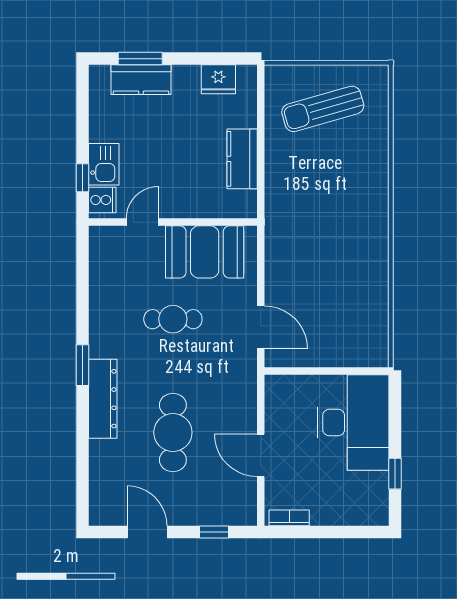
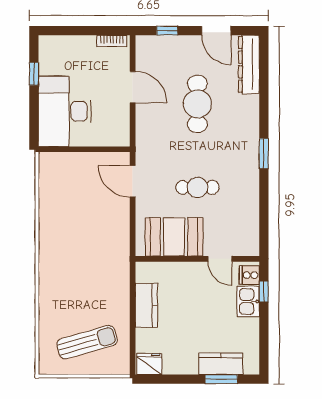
fridge: (218, 79) -> (149, 364), moved
door: (142, 222) -> (220, 259), hinge flipped
dresser: (103, 399) -> (249, 64), moved

